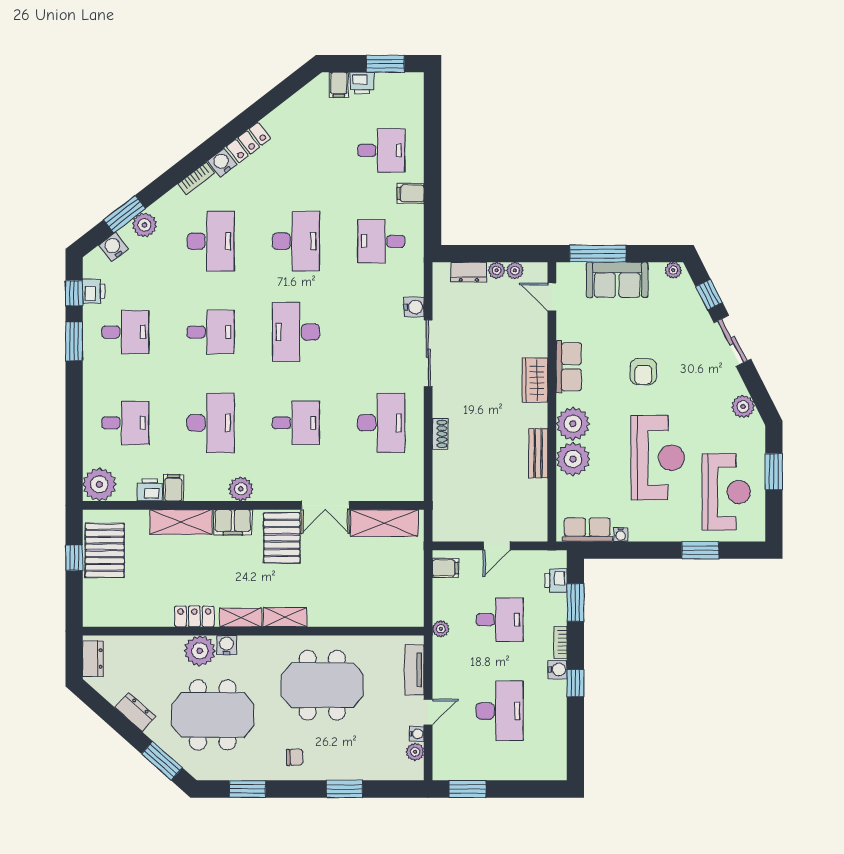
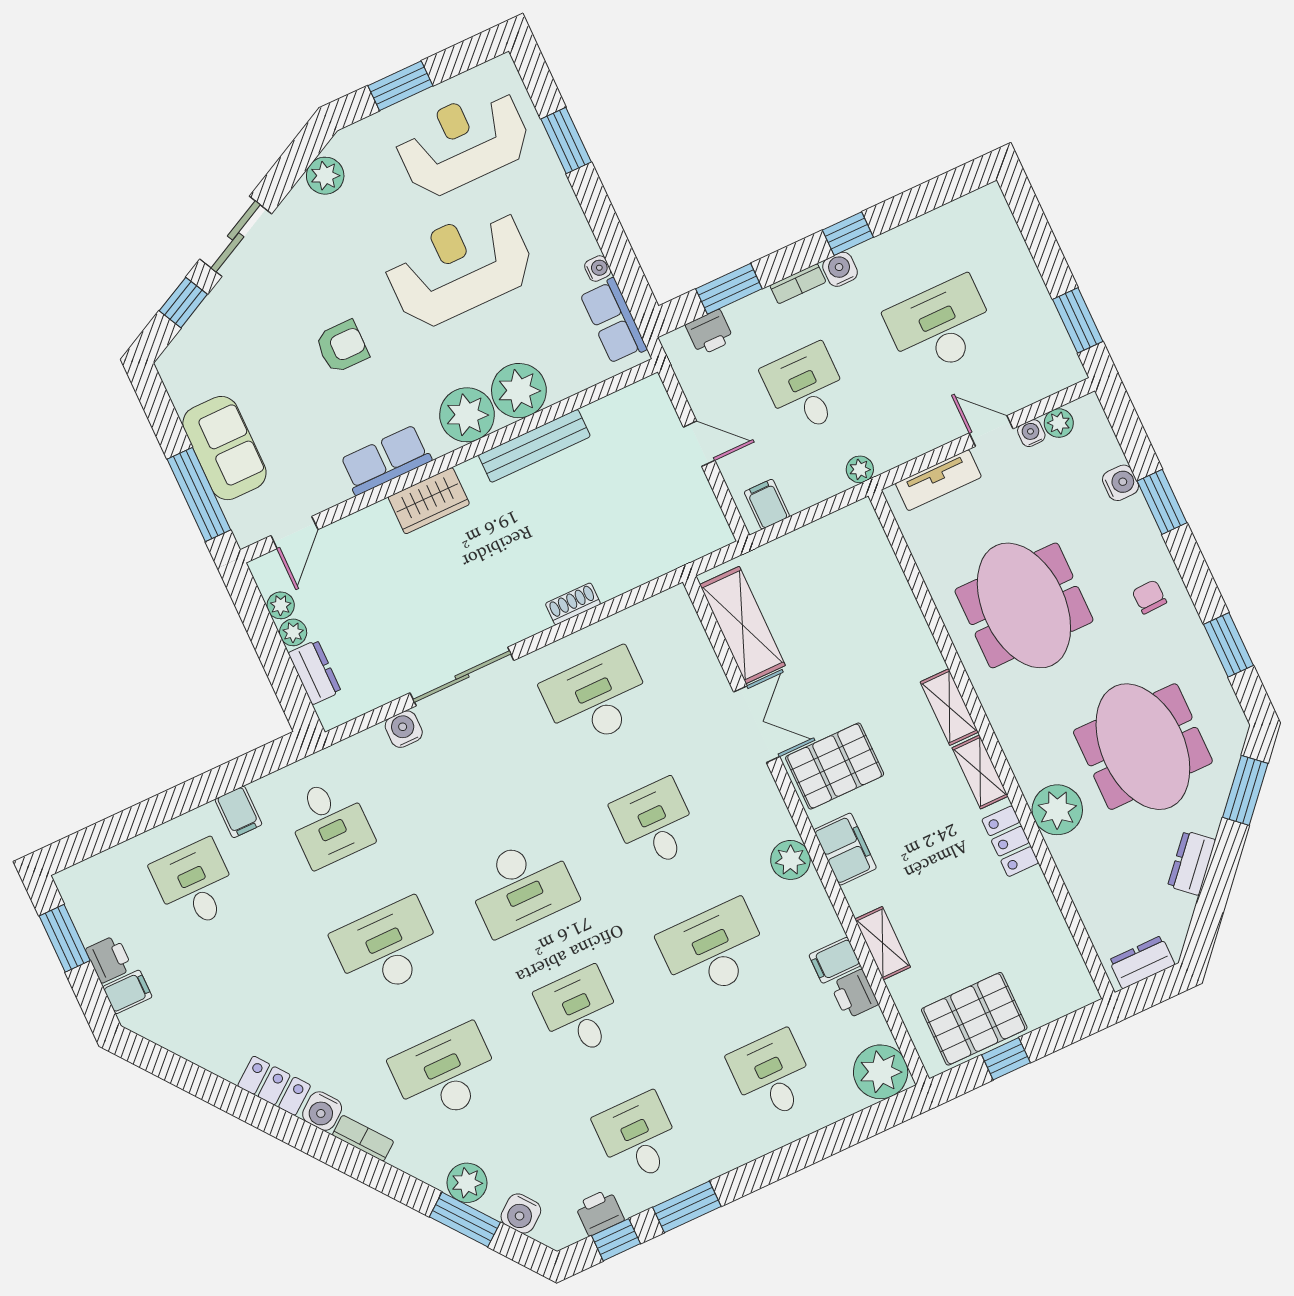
plant: (673, 270) -> (172, 372), removed
bench: (538, 453) -> (534, 446), width x1.36
shelving: (181, 522) -> (883, 943), width x0.67, depth x0.75
water cooler: (227, 645) -> (1120, 483), moved, turned 180

